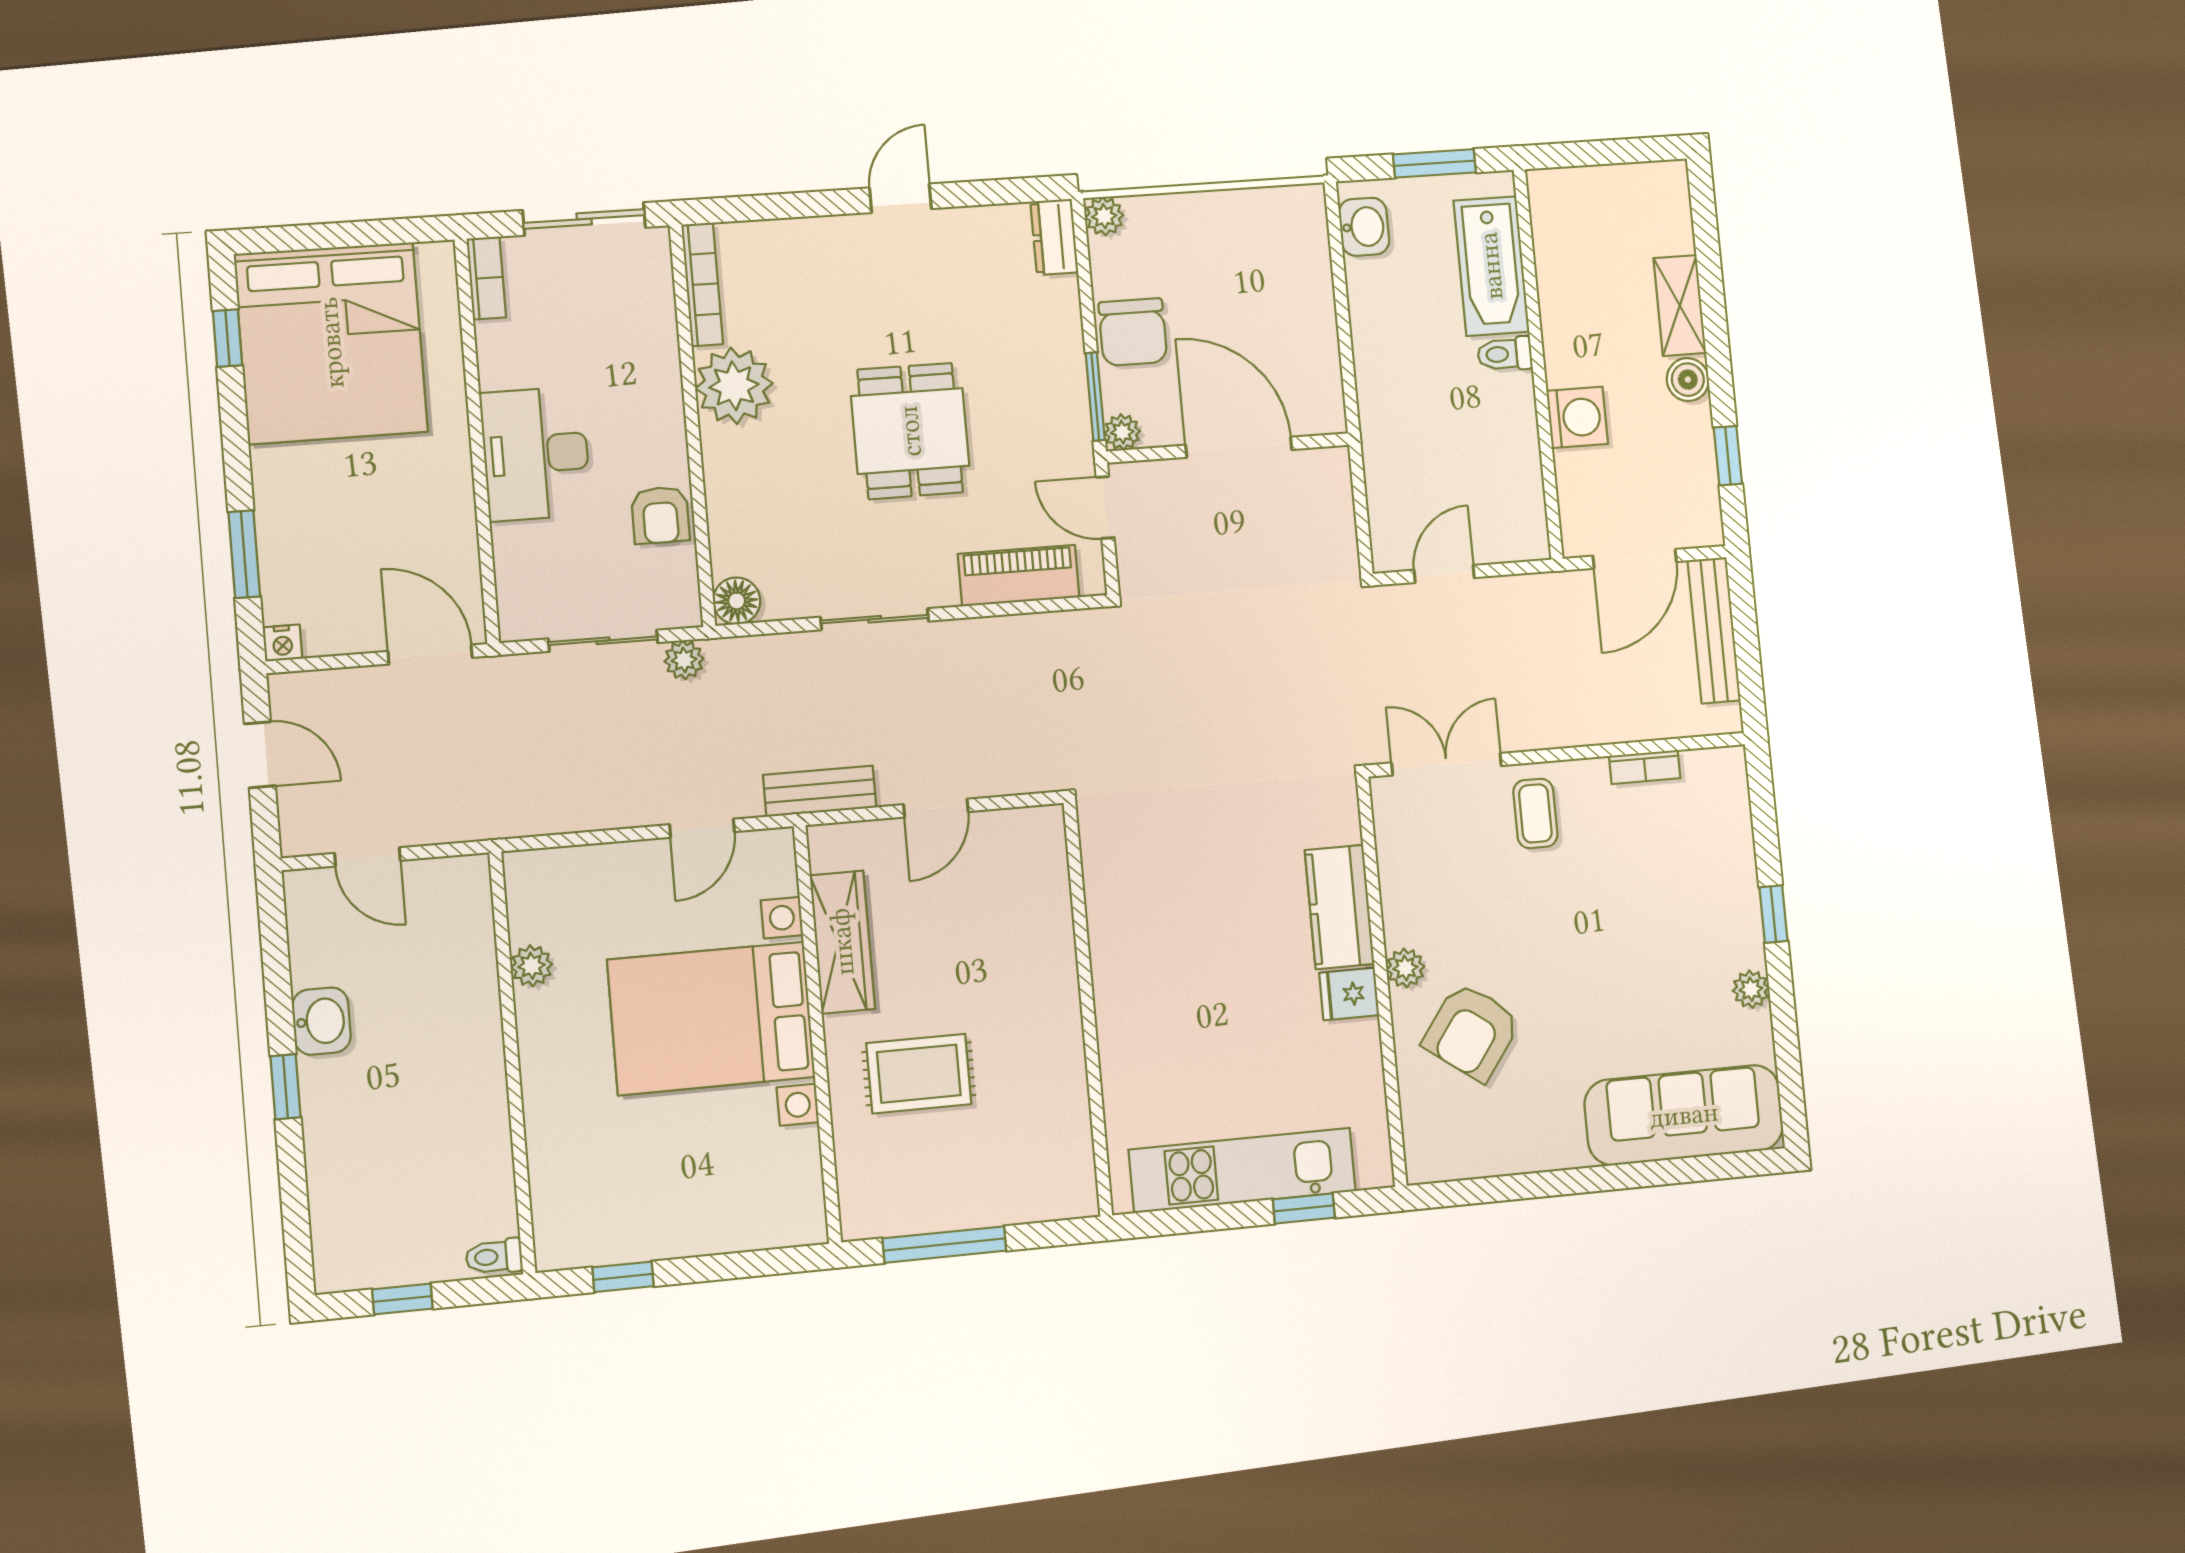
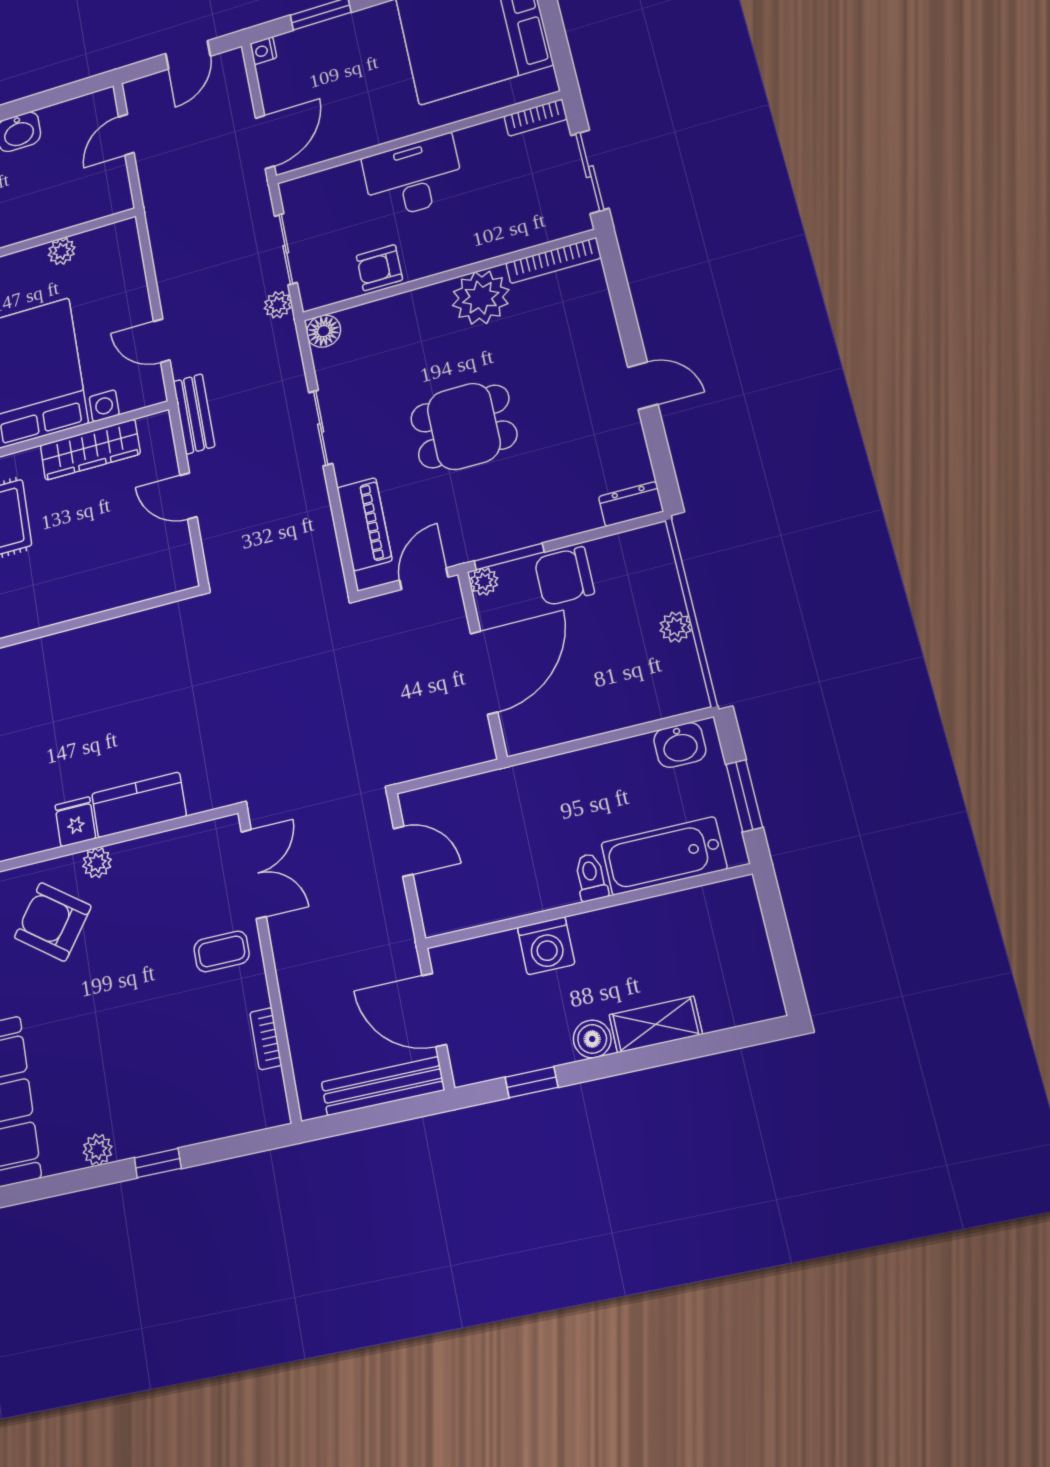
plant: (1104, 216) -> (676, 627), moved

